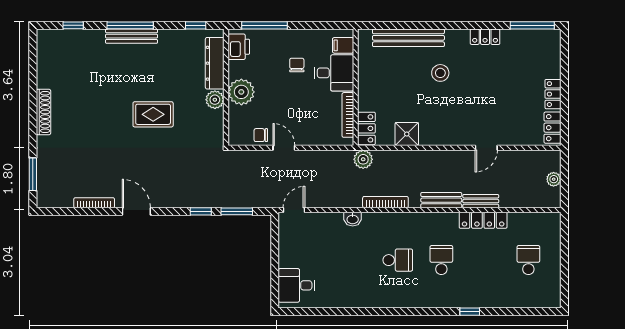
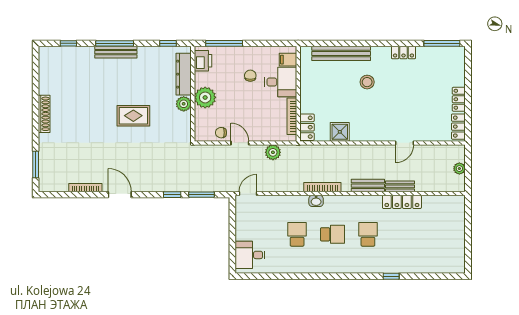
plant: (363, 159) -> (273, 152), moved
washbasin: (353, 219) -> (316, 201), moved
school desk: (528, 260) -> (297, 234), moved

